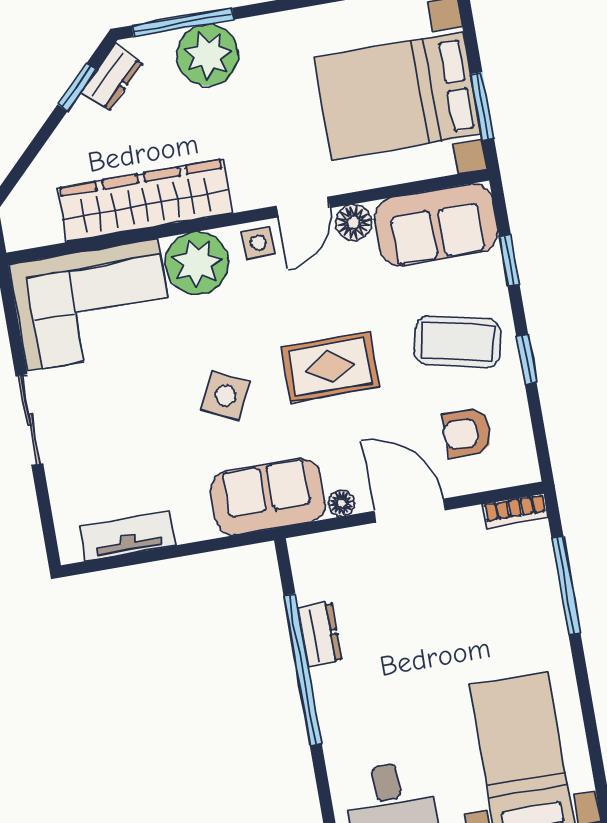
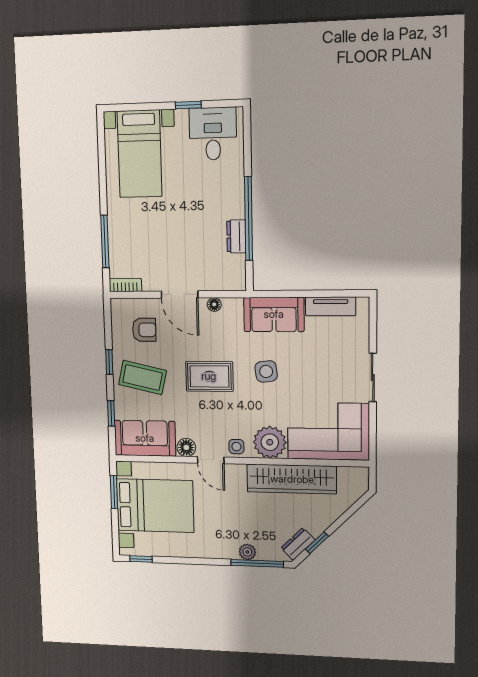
plant: (208, 55) -> (247, 552), width x0.53, depth x0.53
door: (303, 207) -> (211, 460), swing flipped
side table: (225, 396) -> (266, 371), turned -33
sofa: (268, 497) -> (274, 314), moved

